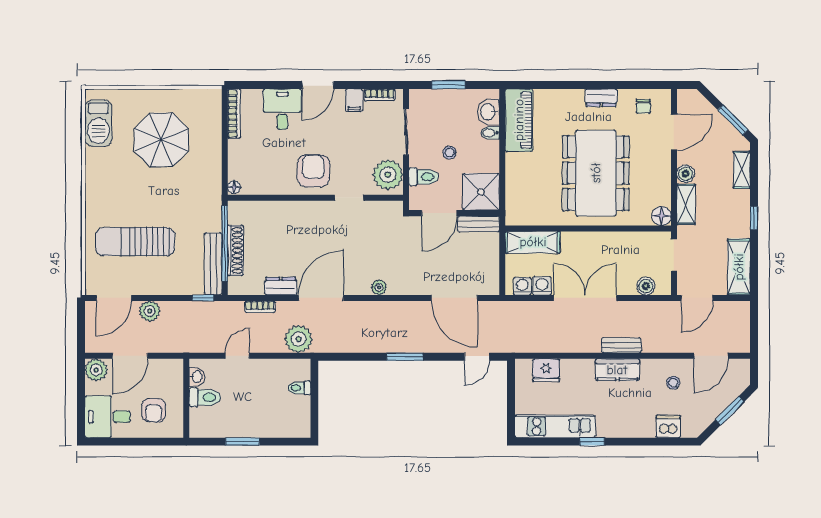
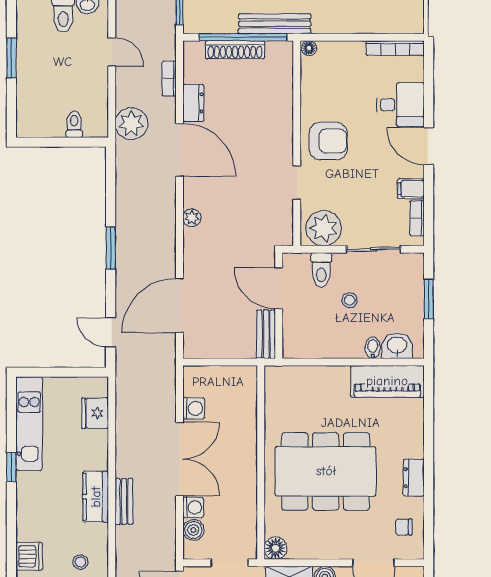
shower: (481, 192) -> (304, 337), removed
shelving: (533, 242) -> (245, 397), removed
bench: (213, 264) -> (275, 24), moved
washing machine: (522, 286) -> (193, 507), moved

